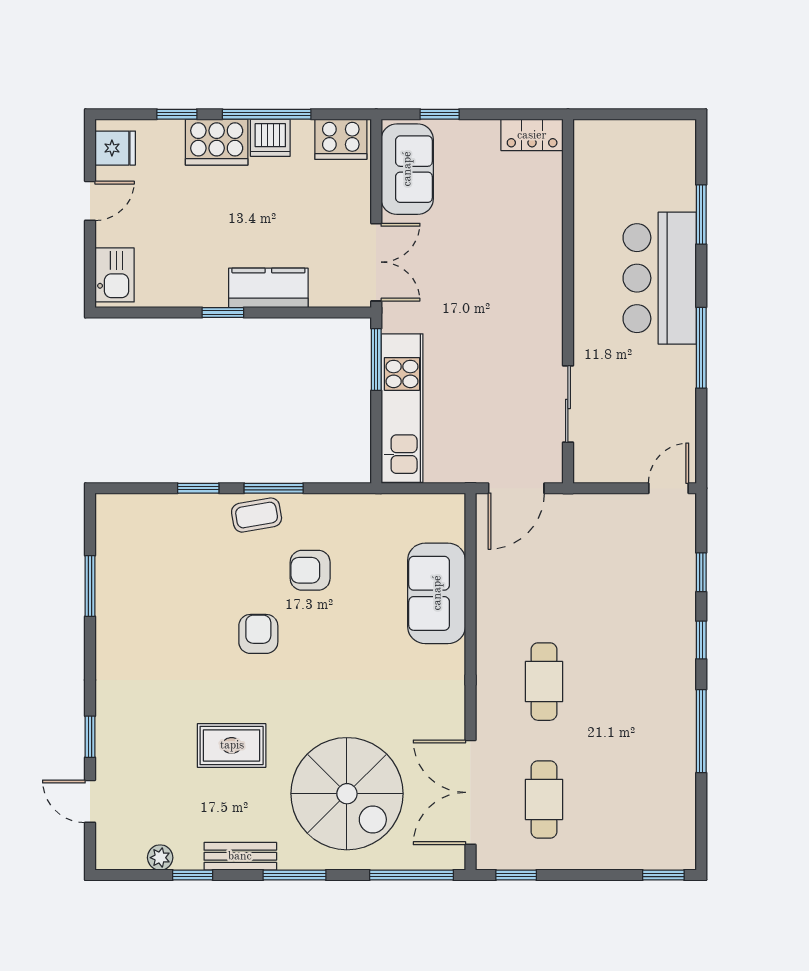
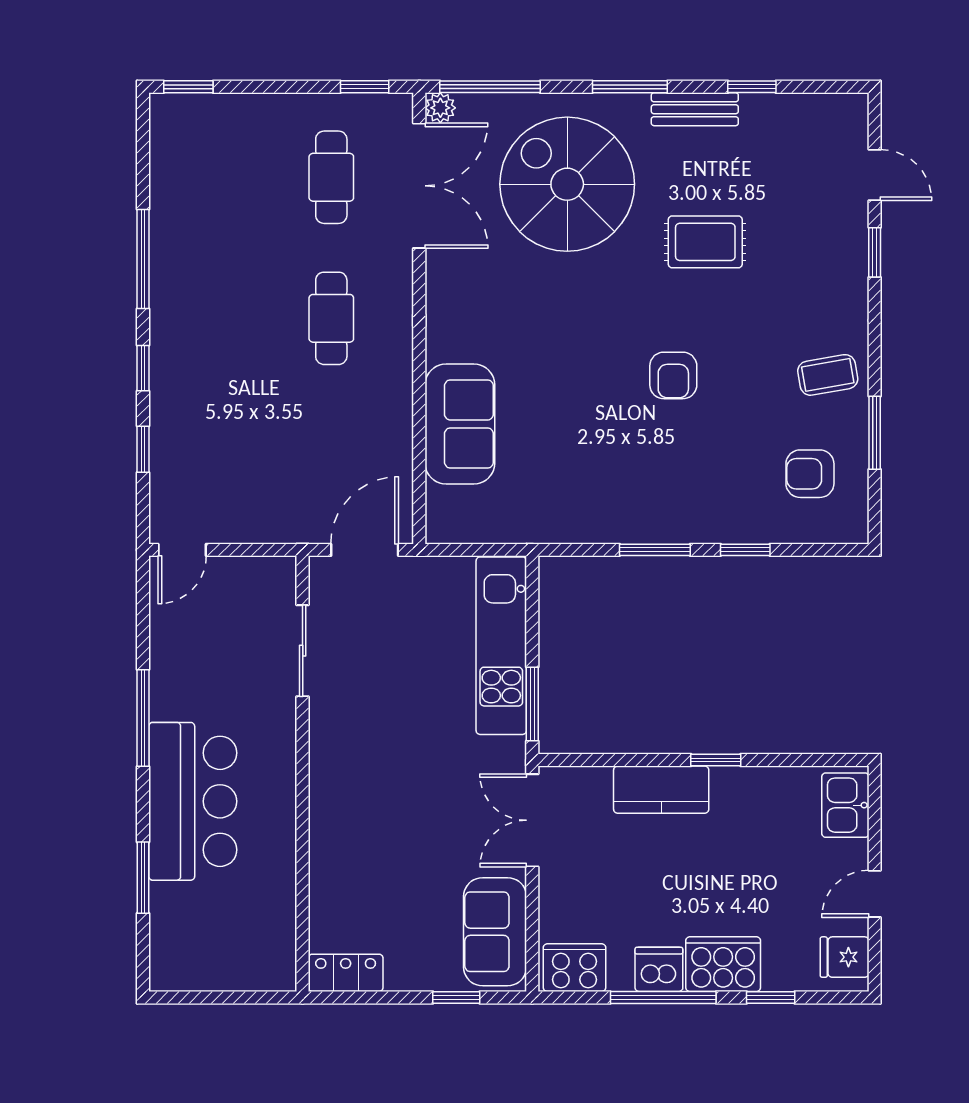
coffee table: (257, 515) -> (828, 375), moved
armchair: (310, 570) -> (810, 474), moved, turned 180
plant: (160, 858) -> (440, 108), moved

